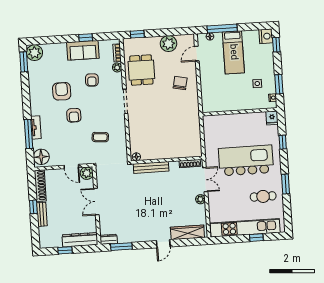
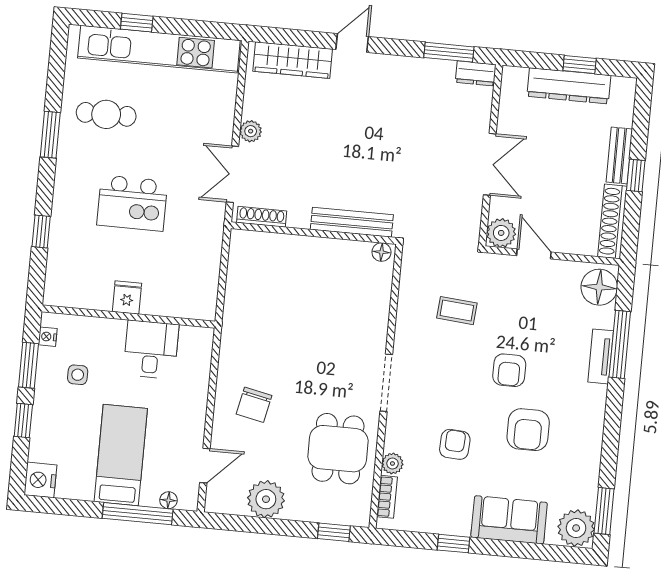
window: (276, 45) -> (23, 420), moved
sofa: (83, 50) -> (509, 520), moved
desk: (228, 99) -> (151, 350), added
armchair: (74, 115) -> (509, 370), turned 180
fridge: (272, 118) -> (127, 297), moved
kitchen island: (246, 160) -> (132, 203), width x0.54, depth x0.78
dresser: (80, 240) -> (569, 86), moved

